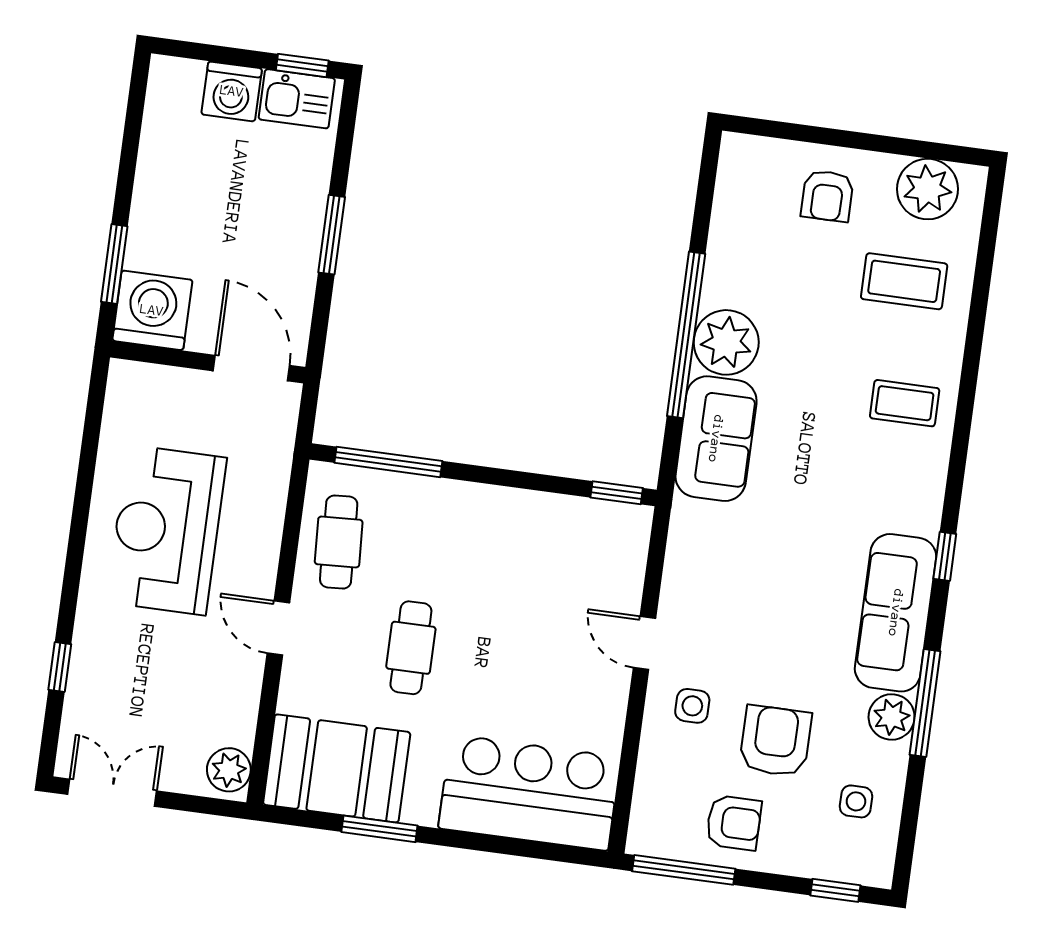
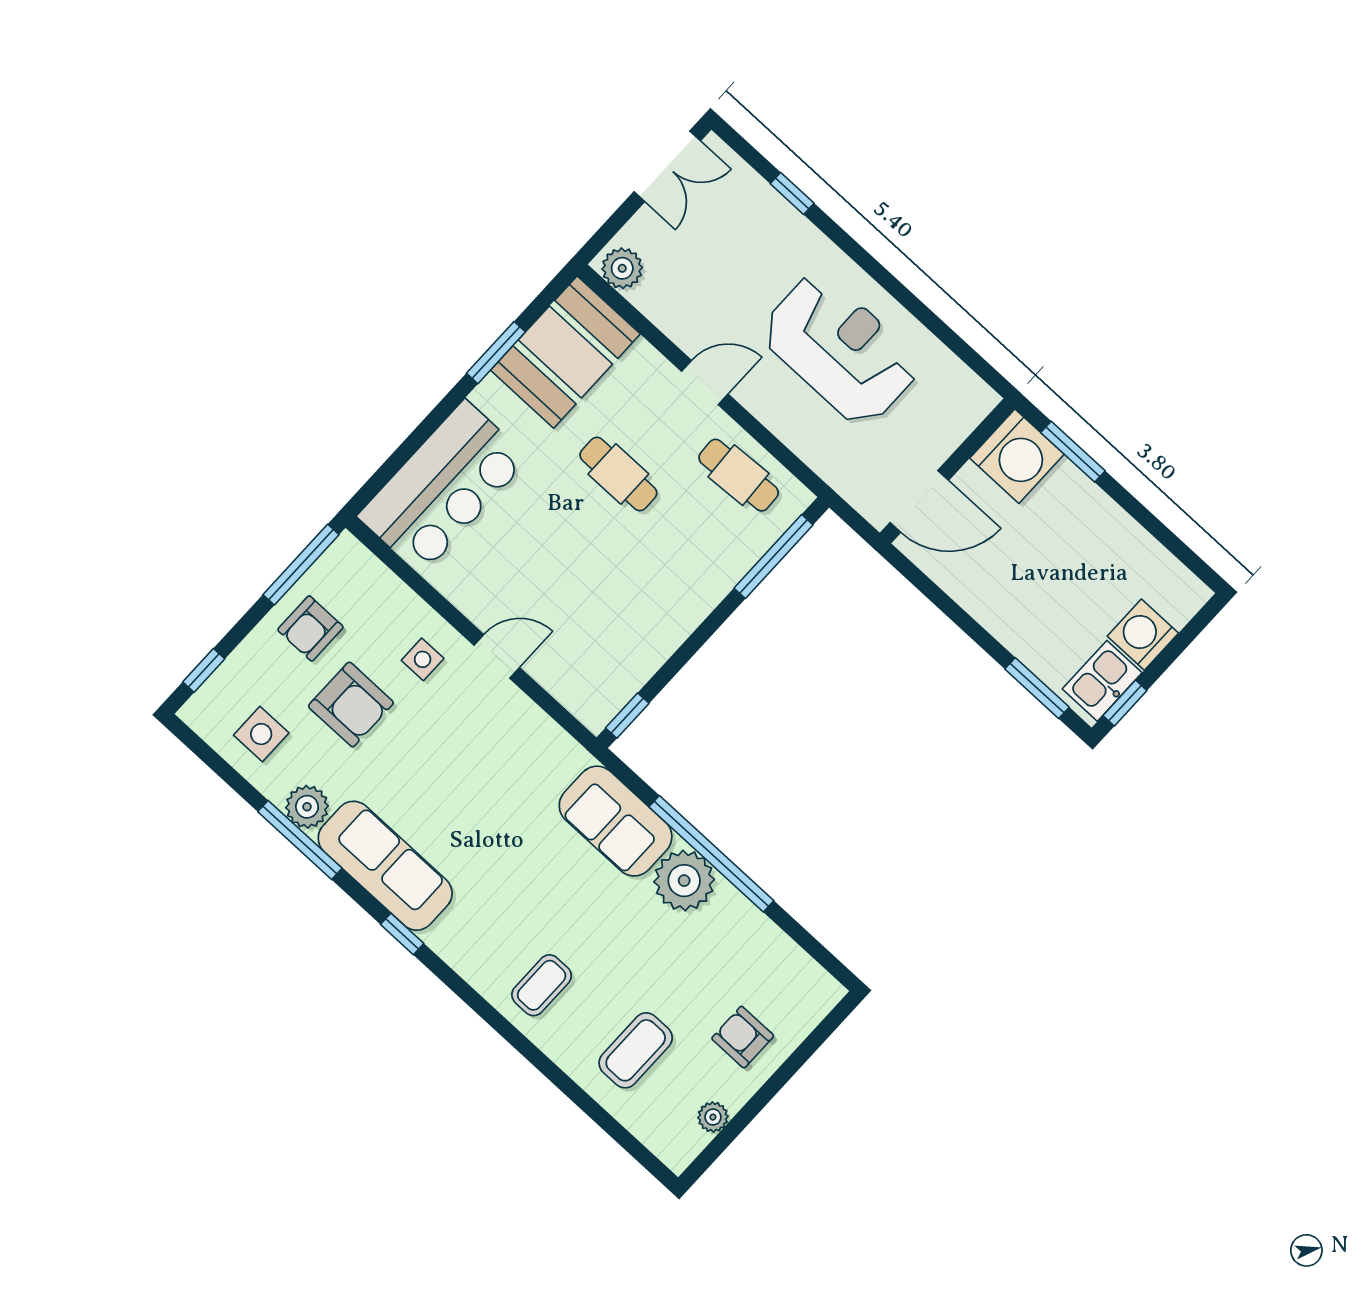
plant: (927, 189) -> (713, 1117), width x0.53, depth x0.53
window: (332, 235) -> (1037, 688), moved
side table: (856, 801) -> (261, 734), width x1.37, depth x1.37

